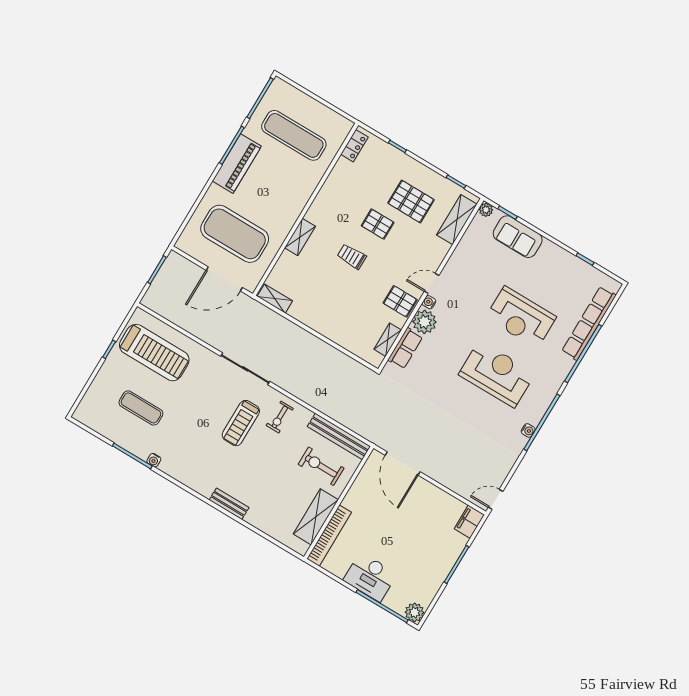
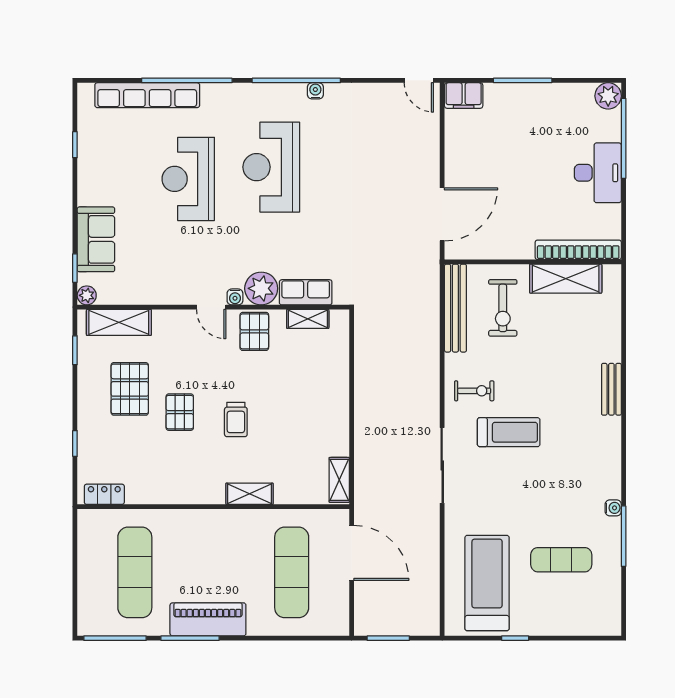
exercise mat: (235, 234) -> (292, 572), width x0.68
reception desk: (521, 317) -> (188, 179), turned 180
exercise mat: (141, 408) -> (561, 560), turned 90

